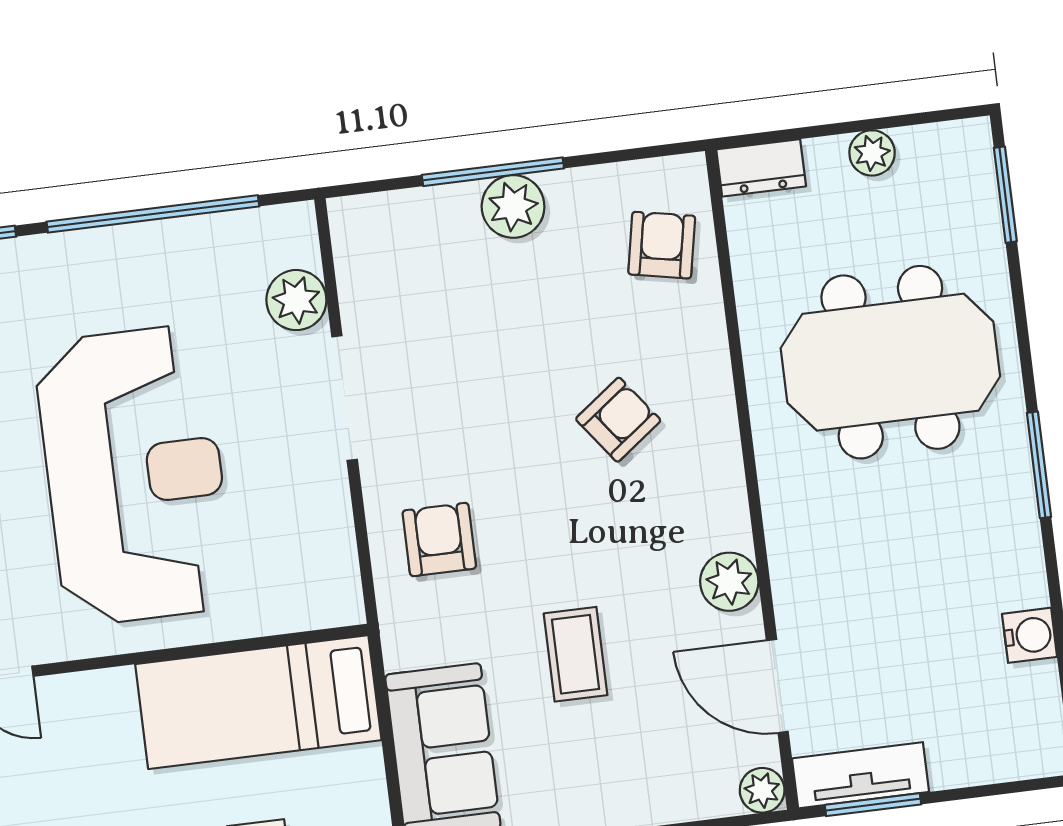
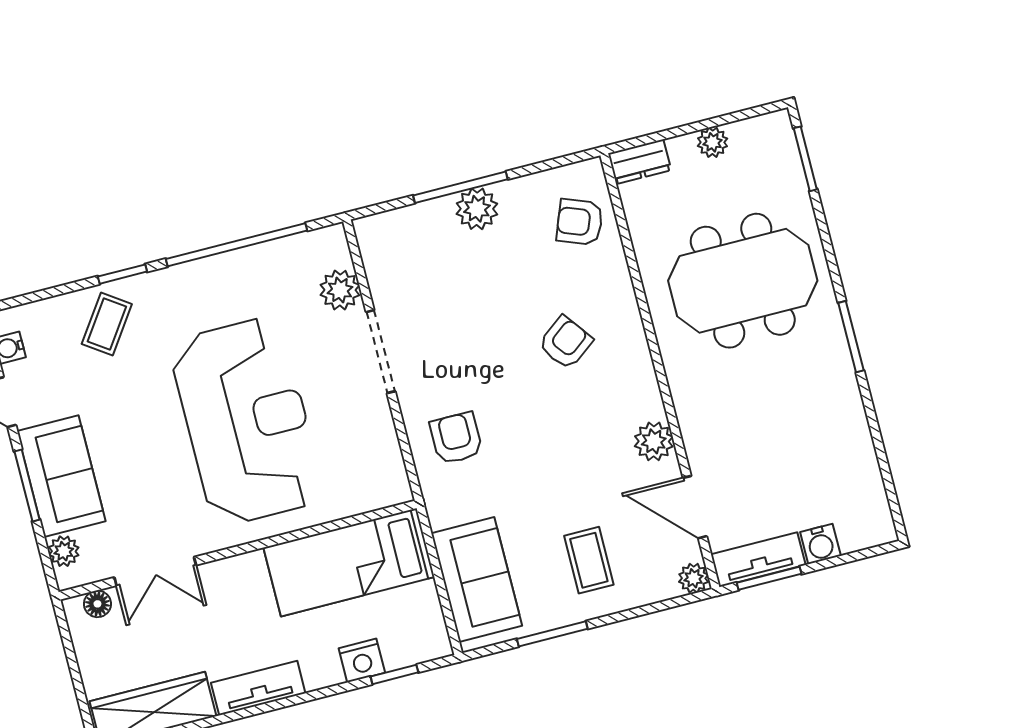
armchair: (662, 245) -> (580, 222), turned -80
water cooler: (1030, 635) -> (820, 544), moved, turned 90
coffee table: (576, 654) -> (589, 560), moved

